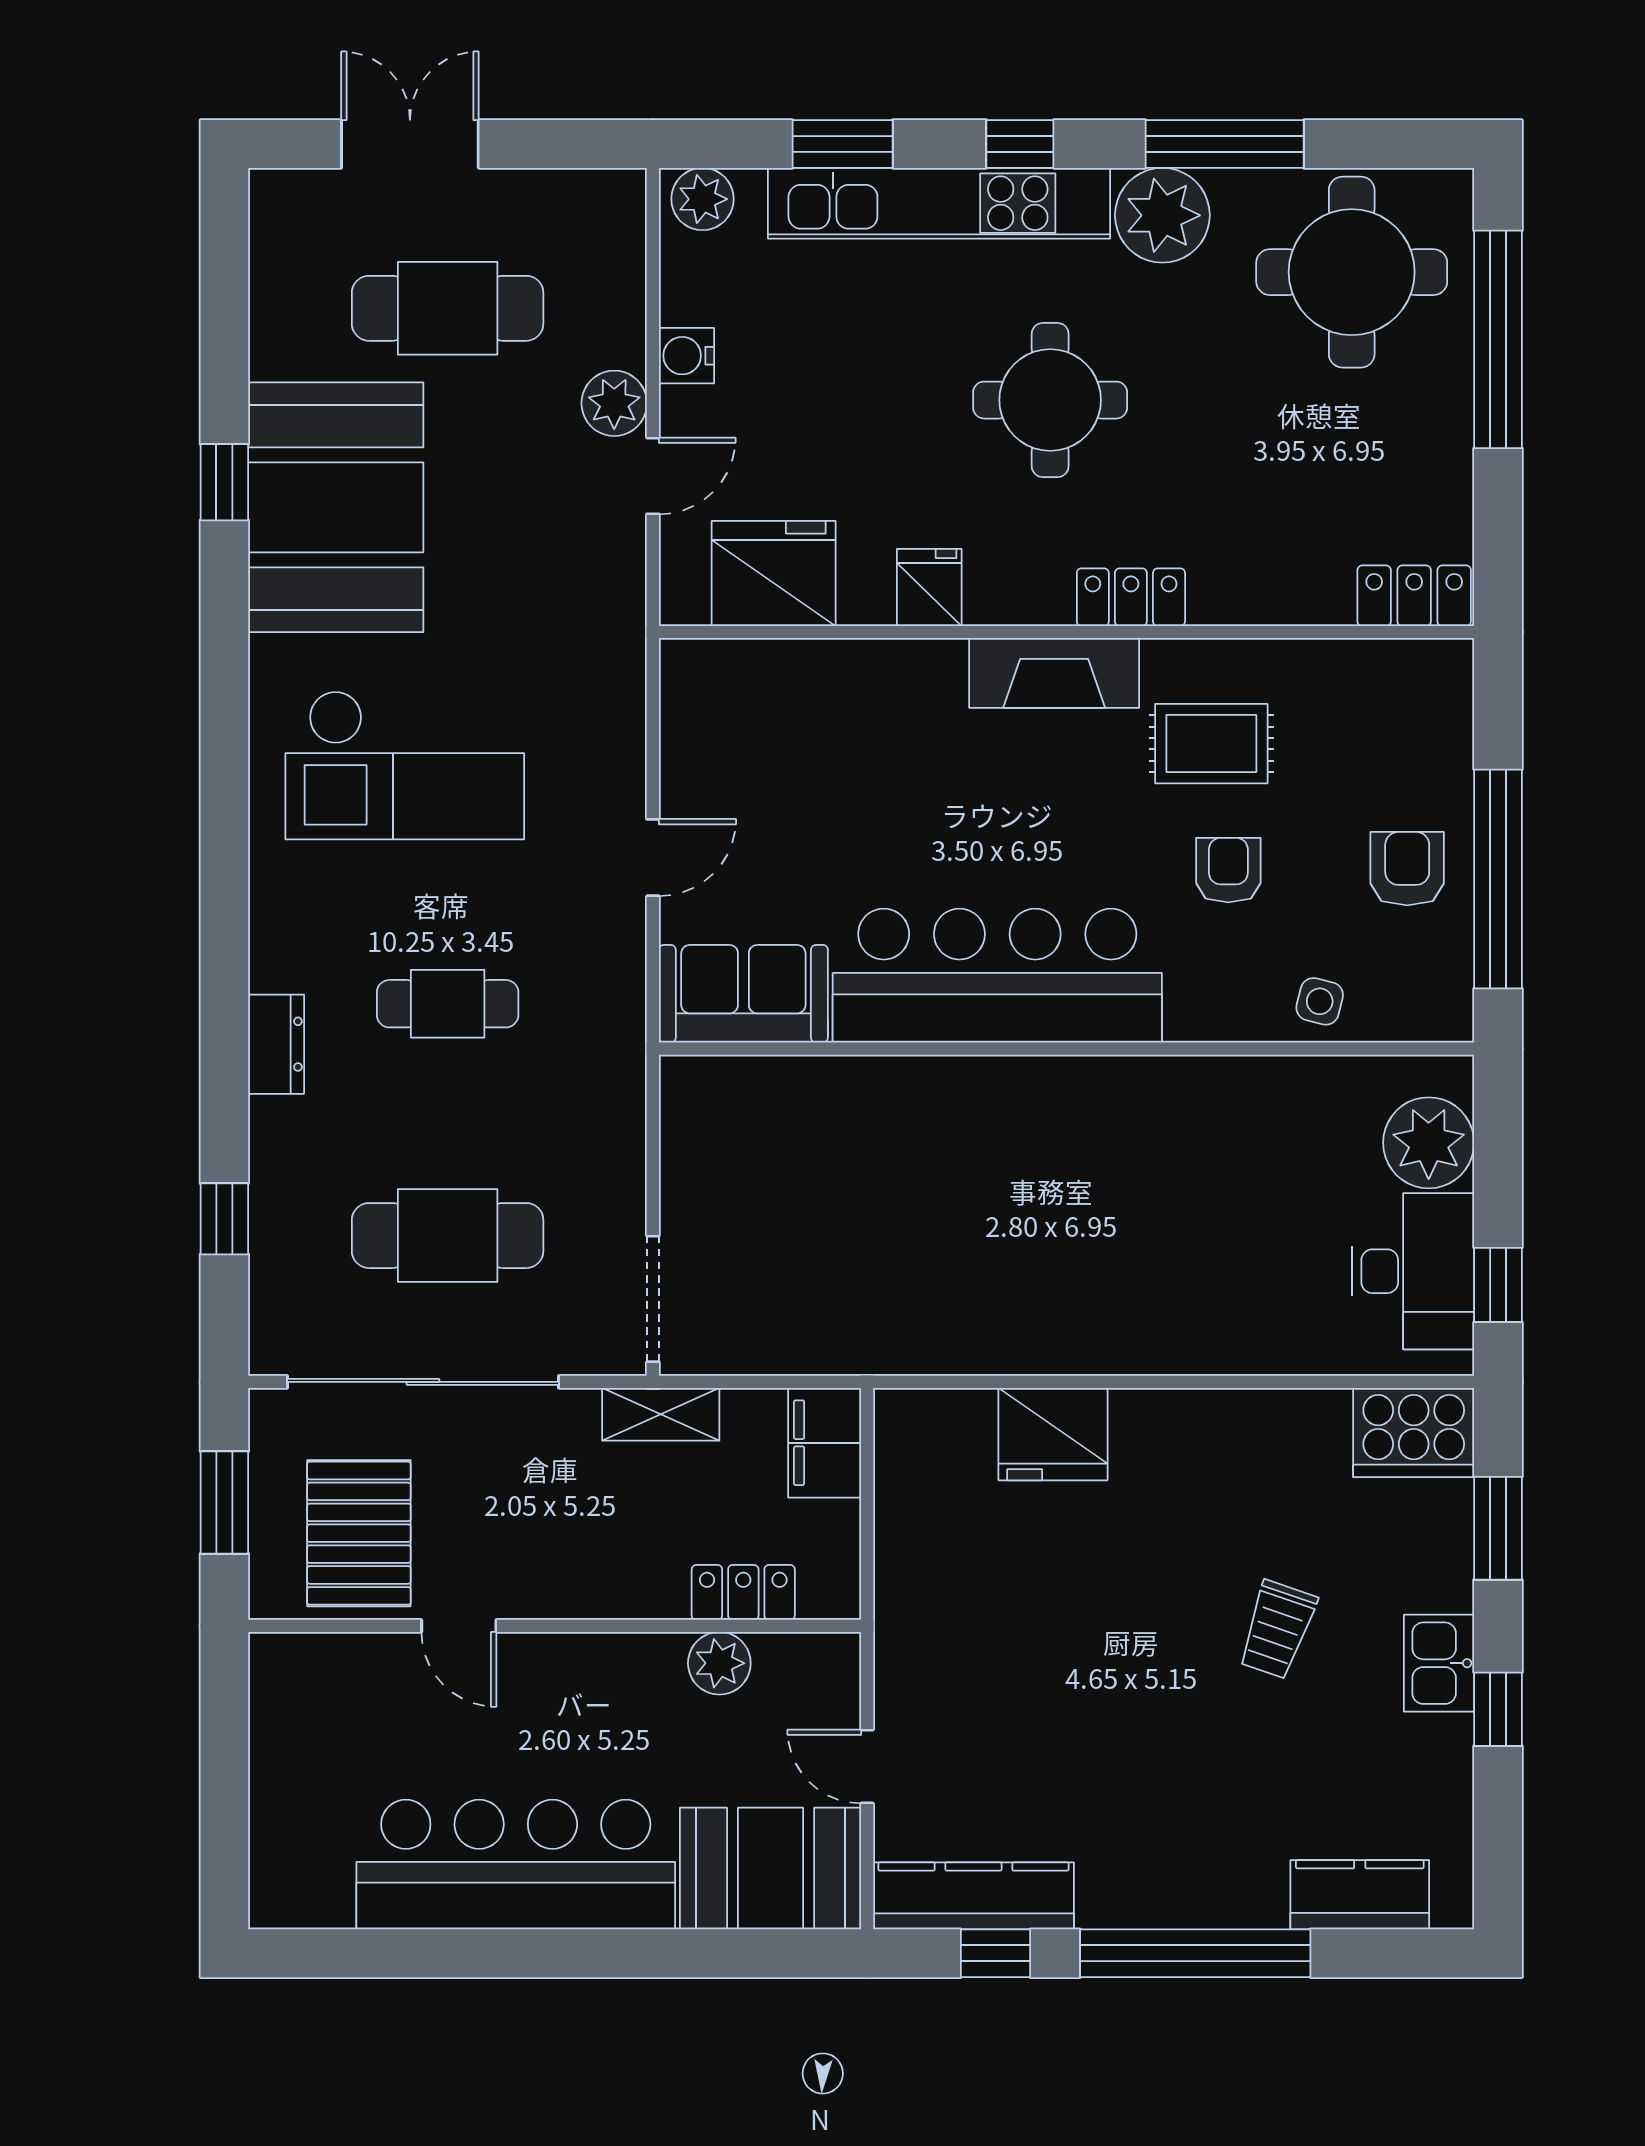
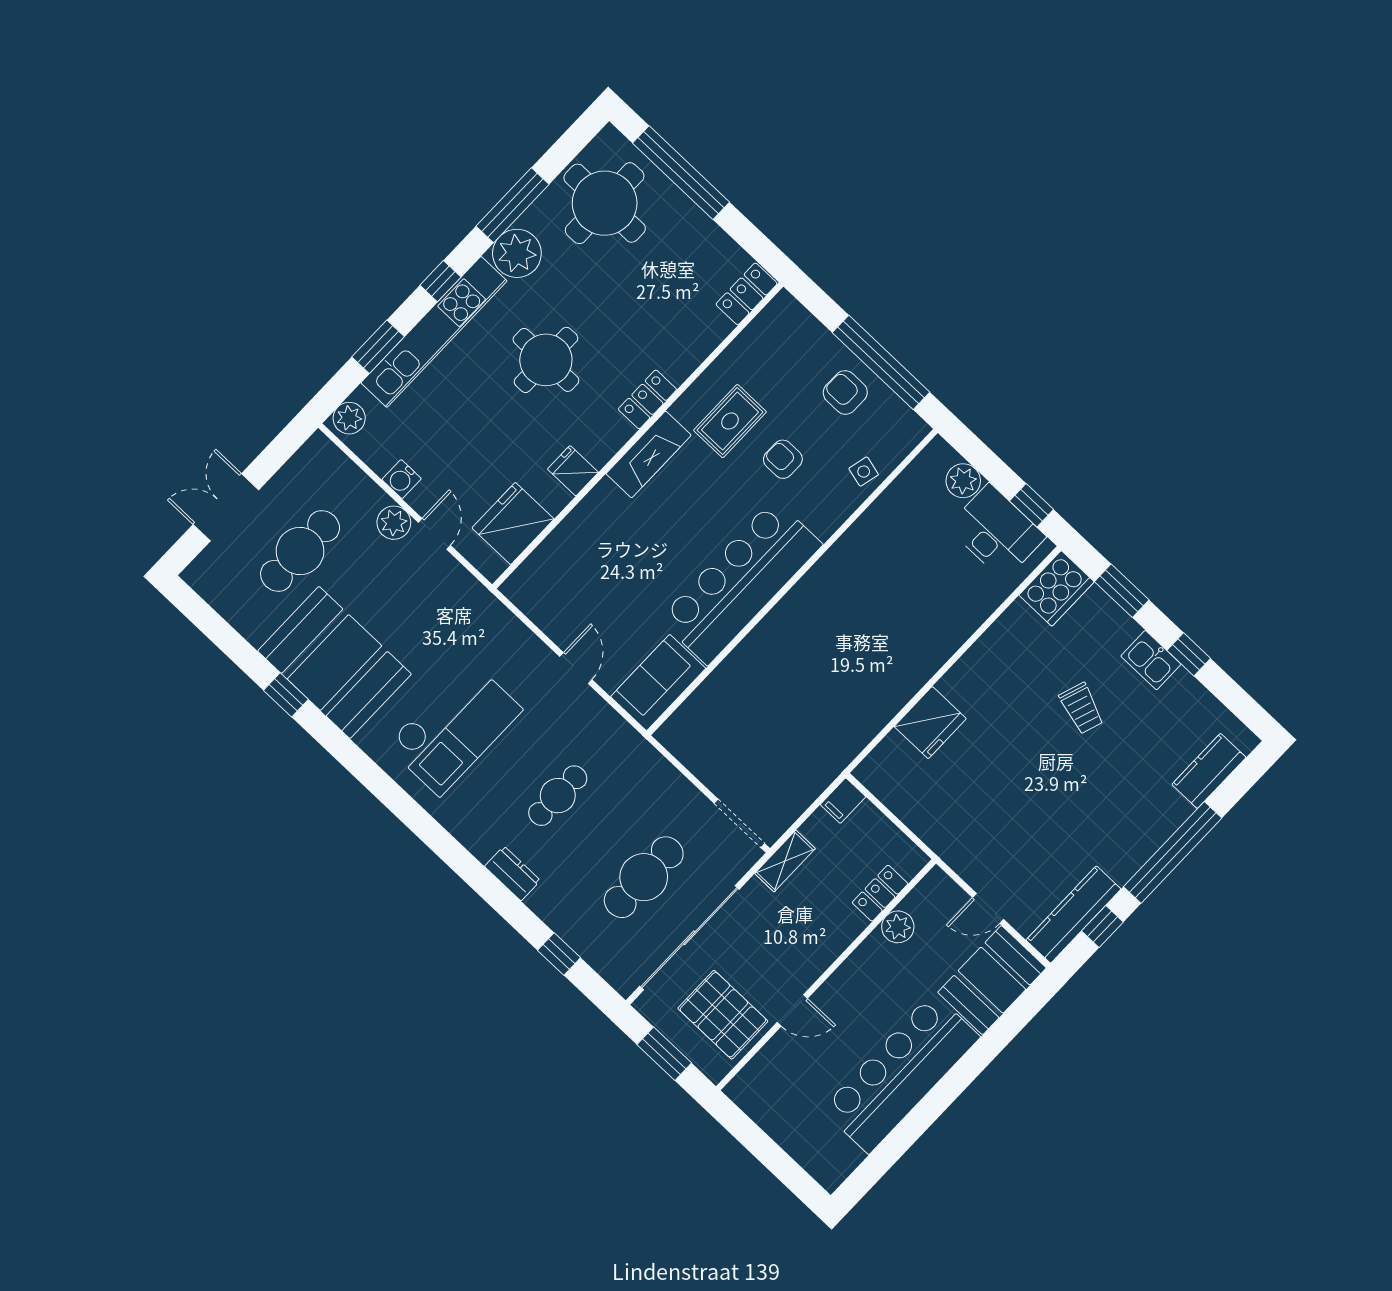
plant: (1429, 1143) -> (963, 481), width x0.73, depth x0.73
filing cabinet: (825, 1443) -> (843, 801), width x0.50

